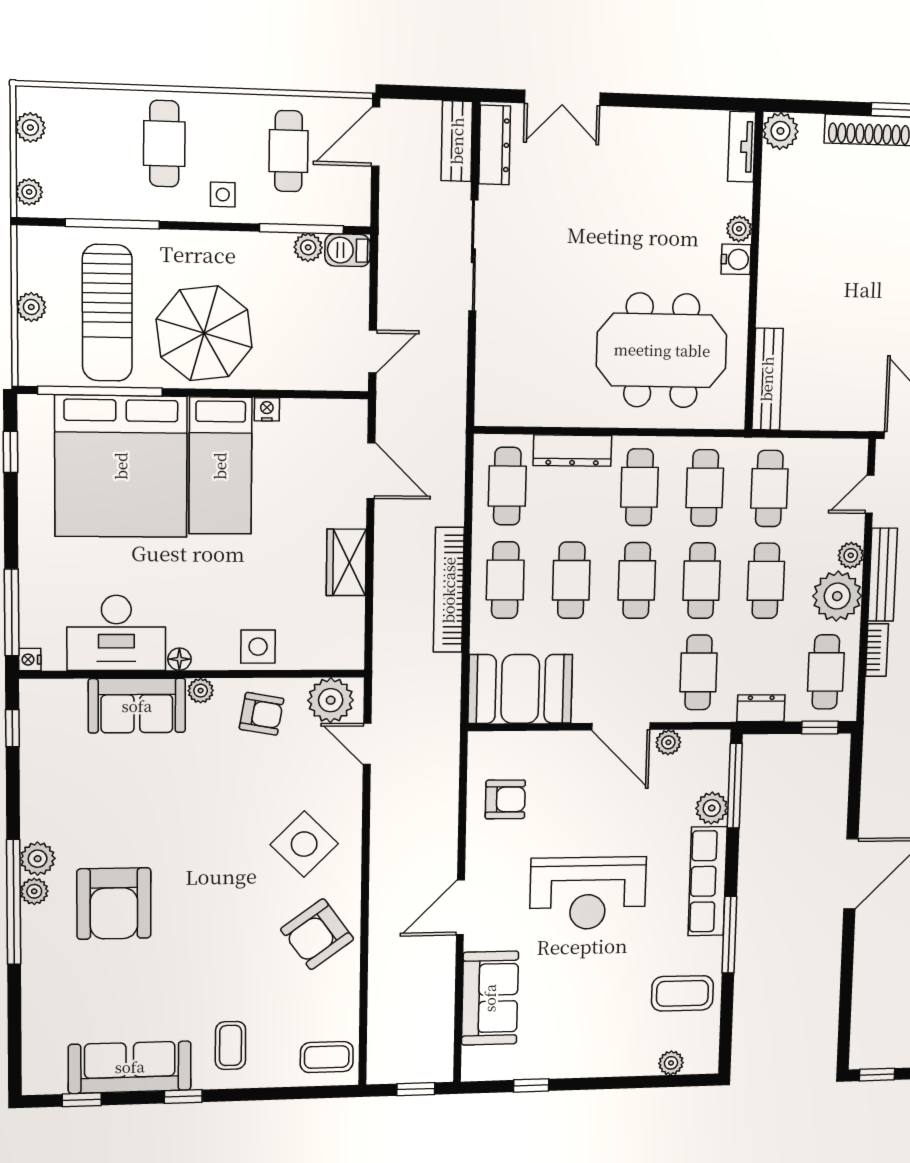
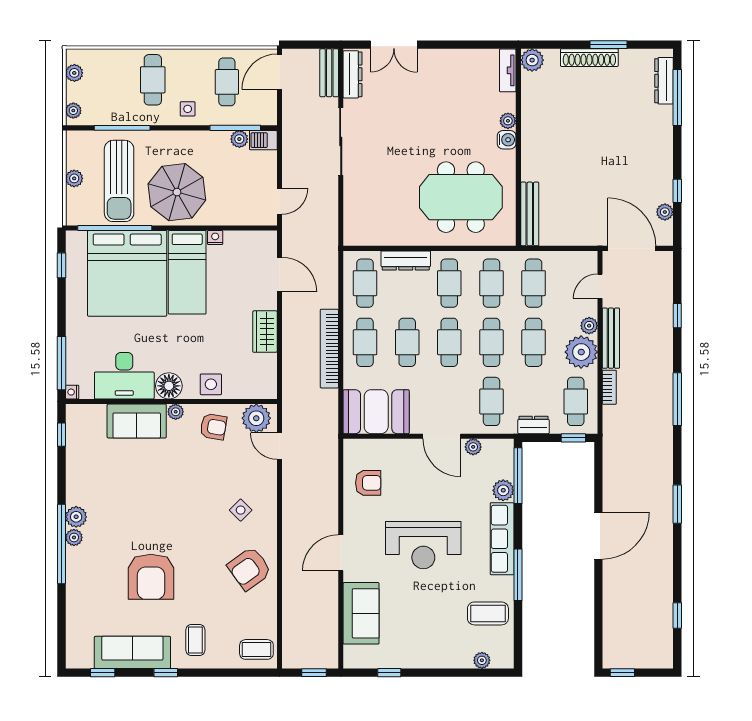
floor lamp: (179, 659) -> (169, 386), width x1.89, depth x1.89
side table: (304, 844) -> (241, 510), width x0.54, depth x0.54
armchair: (114, 903) -> (151, 577), moved

